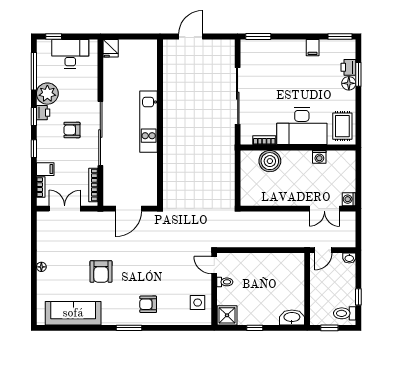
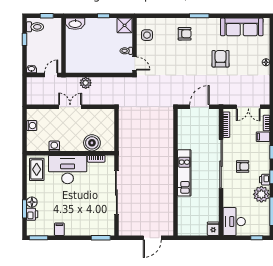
desk: (70, 54) -> (234, 222), moved, turned 90
washing machine: (349, 199) -> (32, 126), moved
double door: (324, 209) -> (70, 107), moved
plant: (278, 240) -> (86, 83), added

